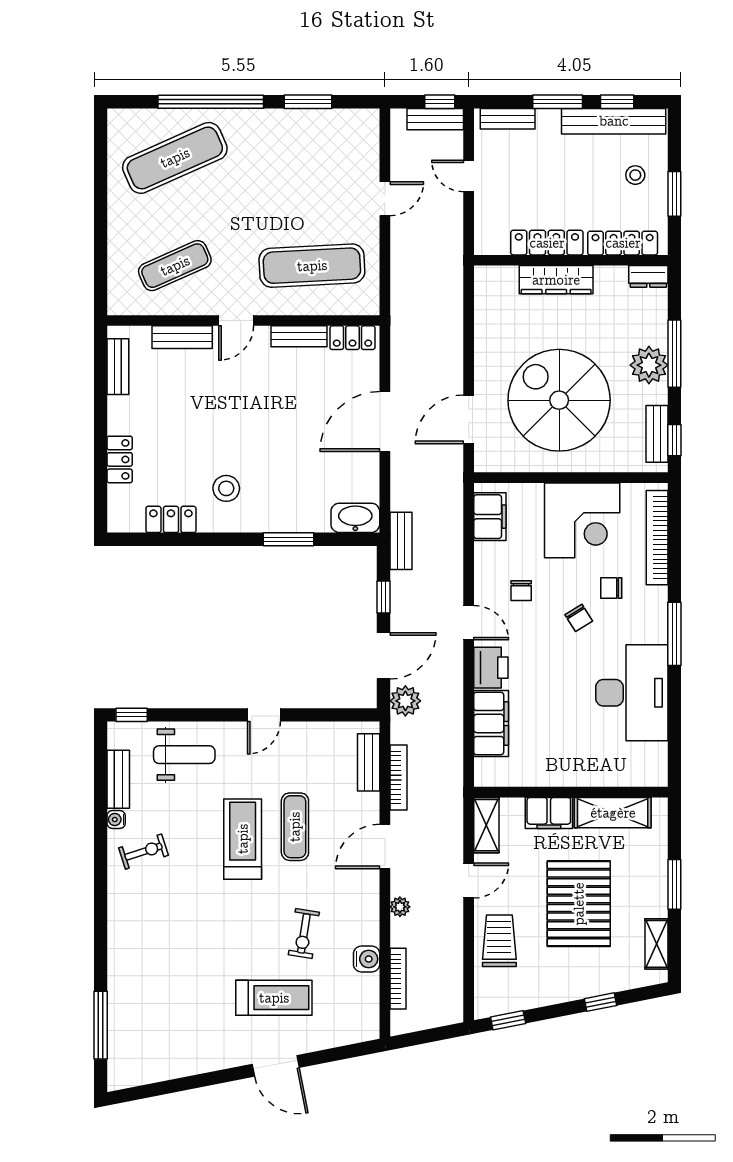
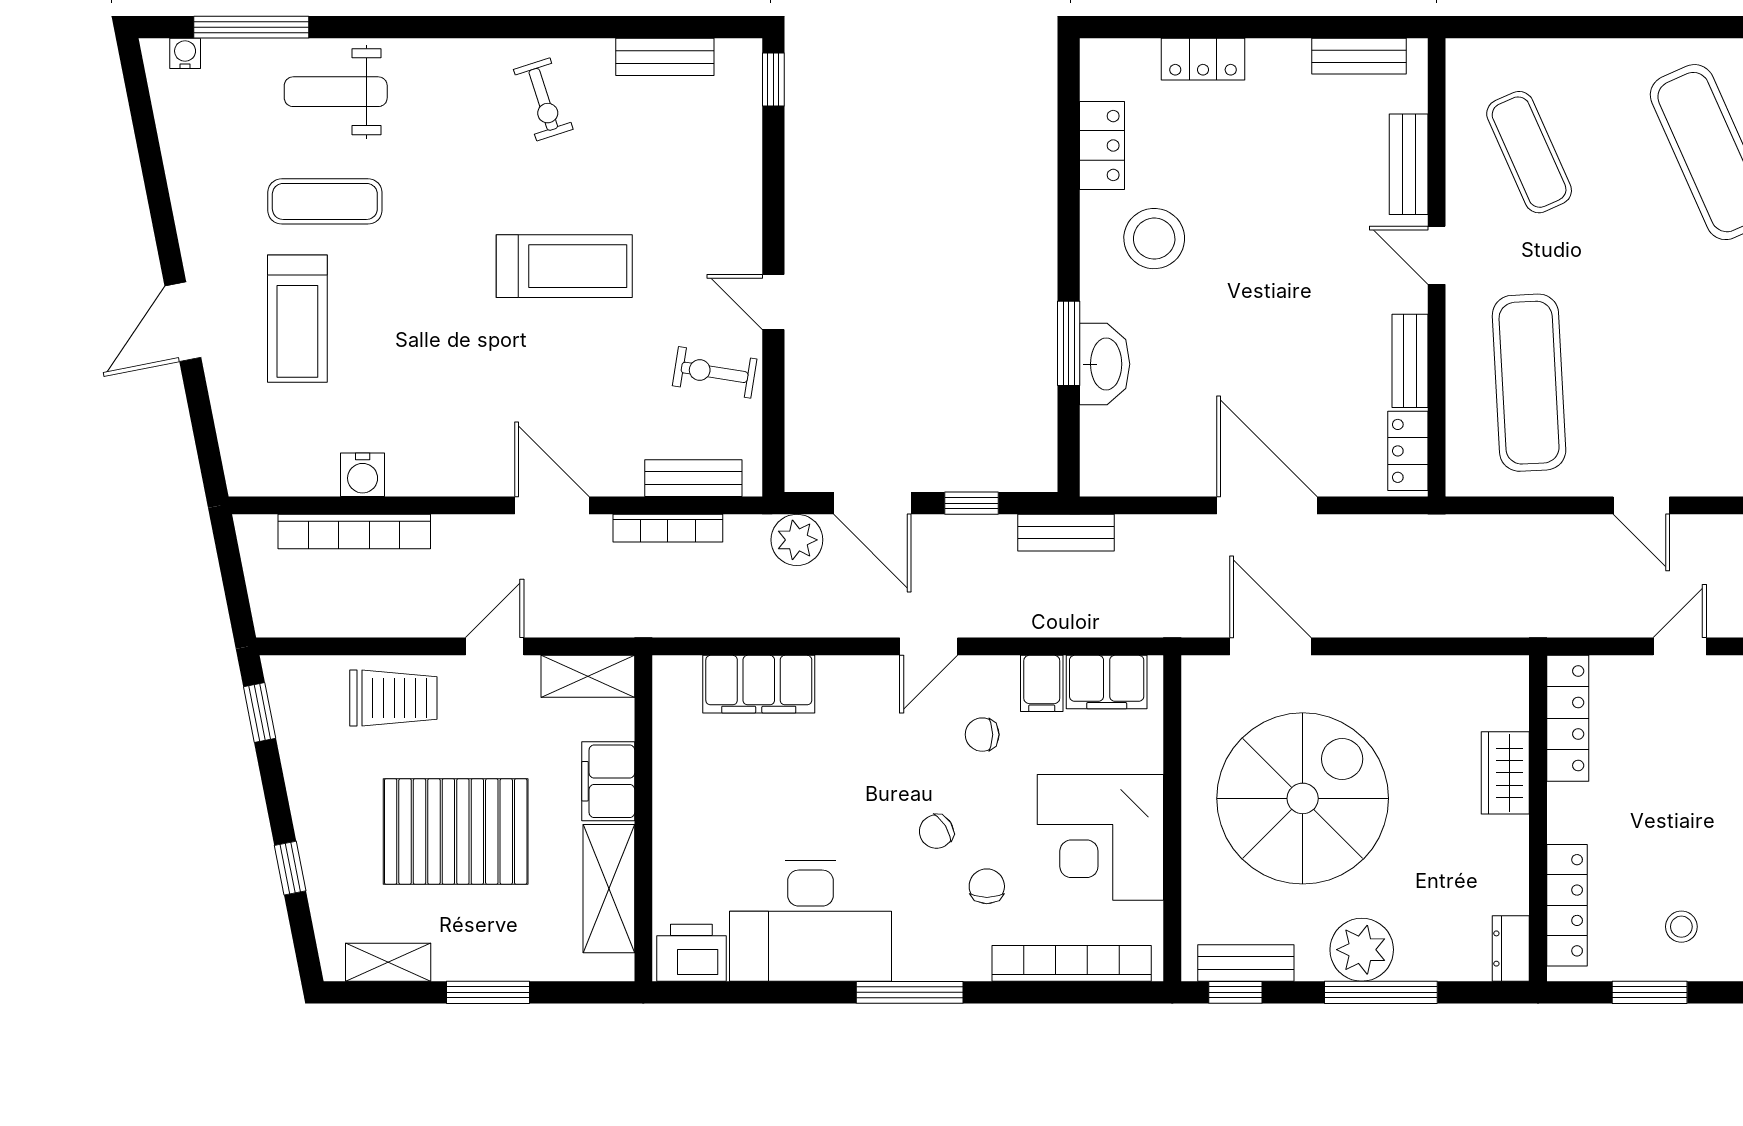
locker: (547, 243) -> (1568, 718), moved
wardrobe: (556, 280) -> (1505, 773), width x0.67
stool: (226, 488) -> (1154, 239), width x1.38, depth x1.38
washbasin: (355, 518) -> (1105, 364), moved
filing cabinet: (491, 555) -> (1042, 683), added
printer: (491, 668) -> (691, 953), moved, turned 180
weight bench: (184, 755) -> (336, 92), moved, turned 90
water cooler: (116, 820) -> (185, 53), moved
exercise mat: (295, 827) -> (325, 201), moved
door: (469, 881) -> (495, 646), swing flipped
plant: (400, 907) -> (450, 531), removed
exercise bike: (304, 933) -> (715, 372), moved
bookcase: (398, 979) -> (354, 531), width x1.48, depth x1.31

